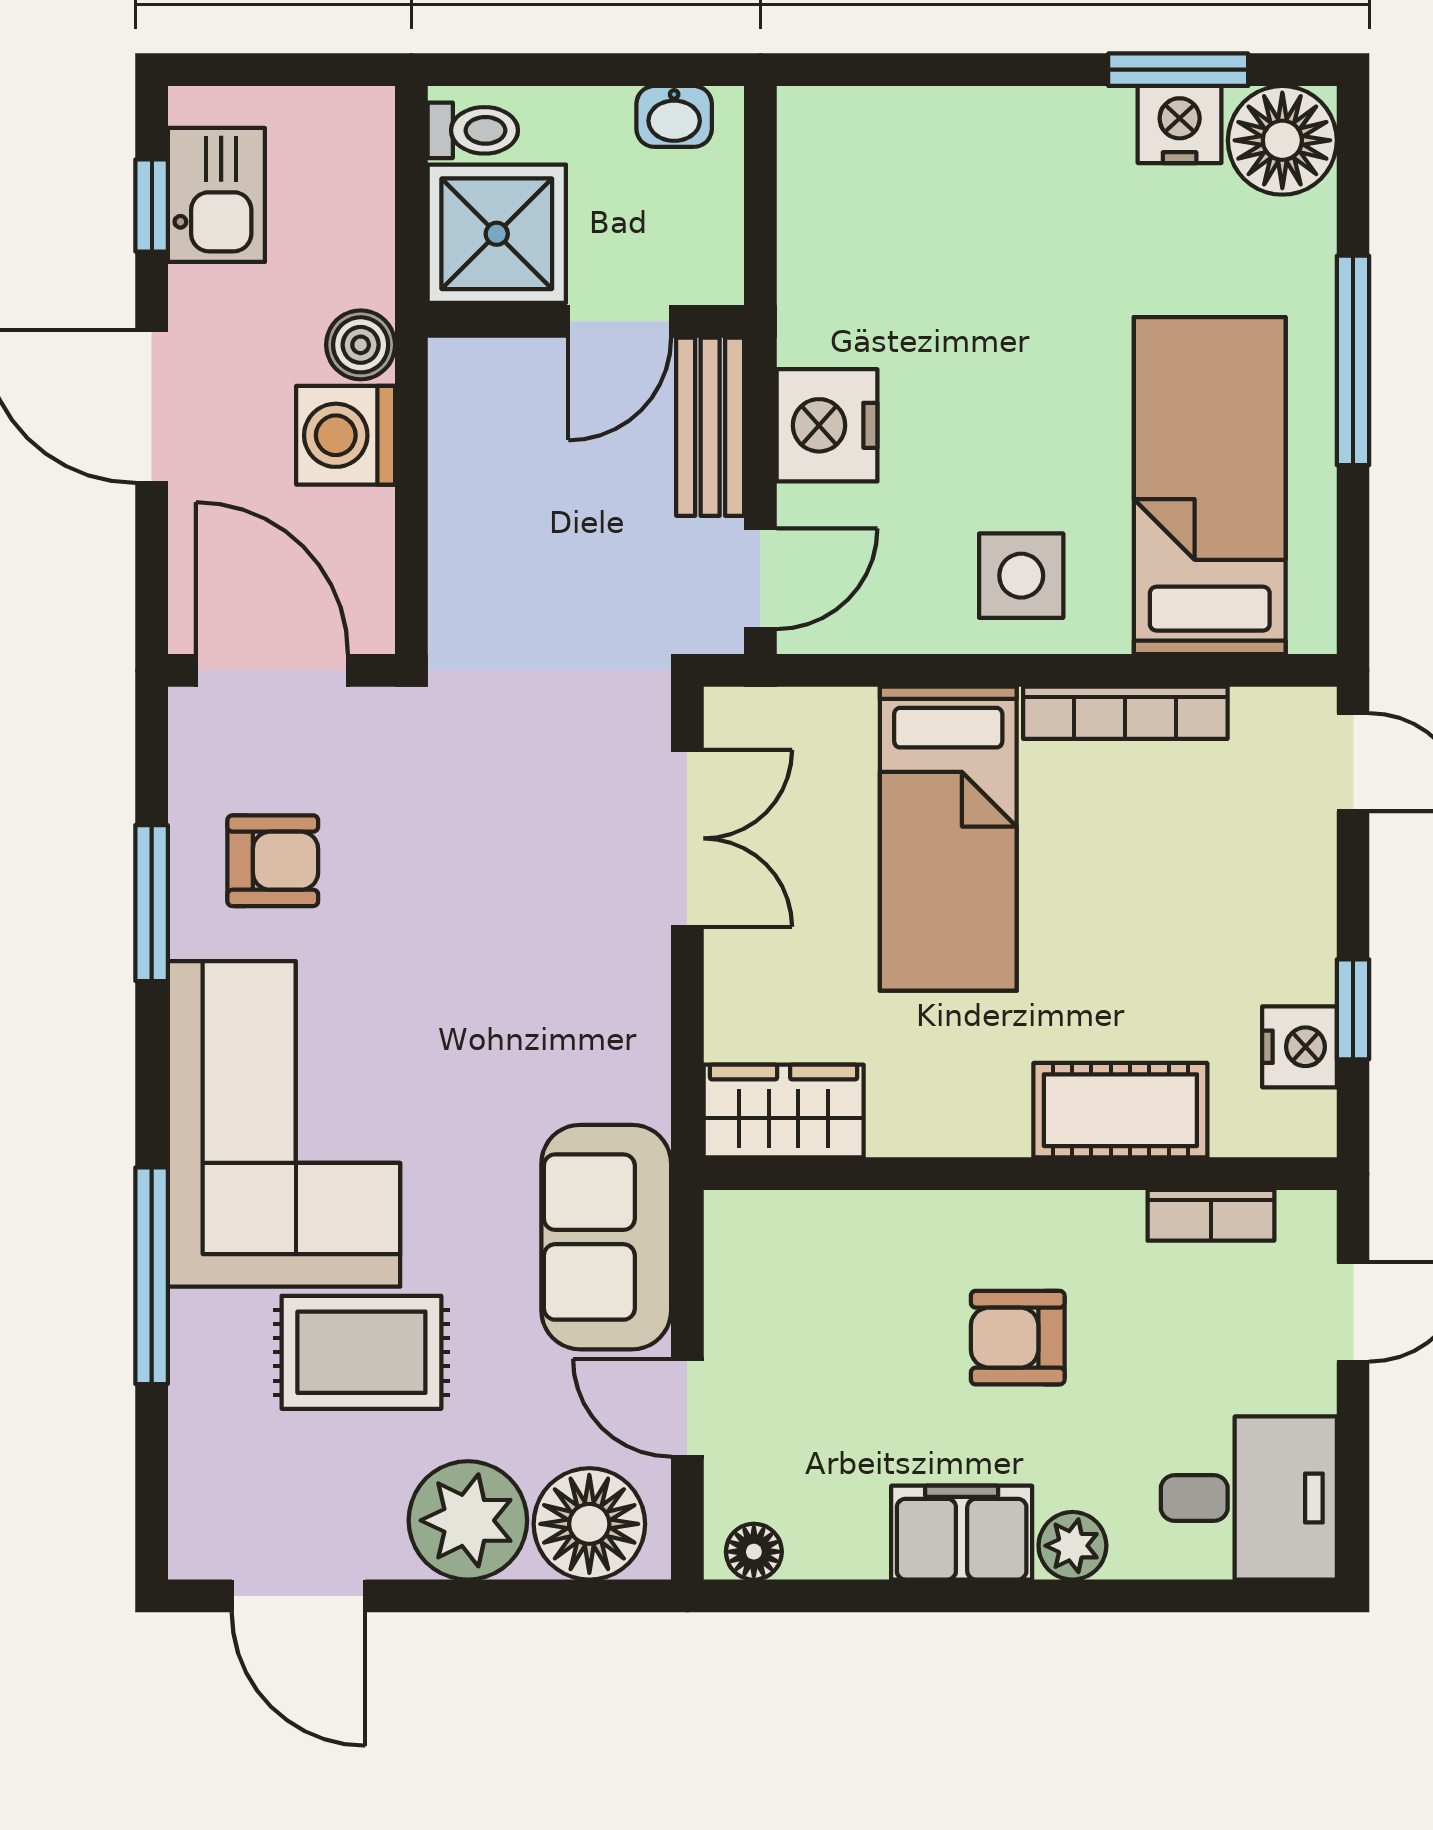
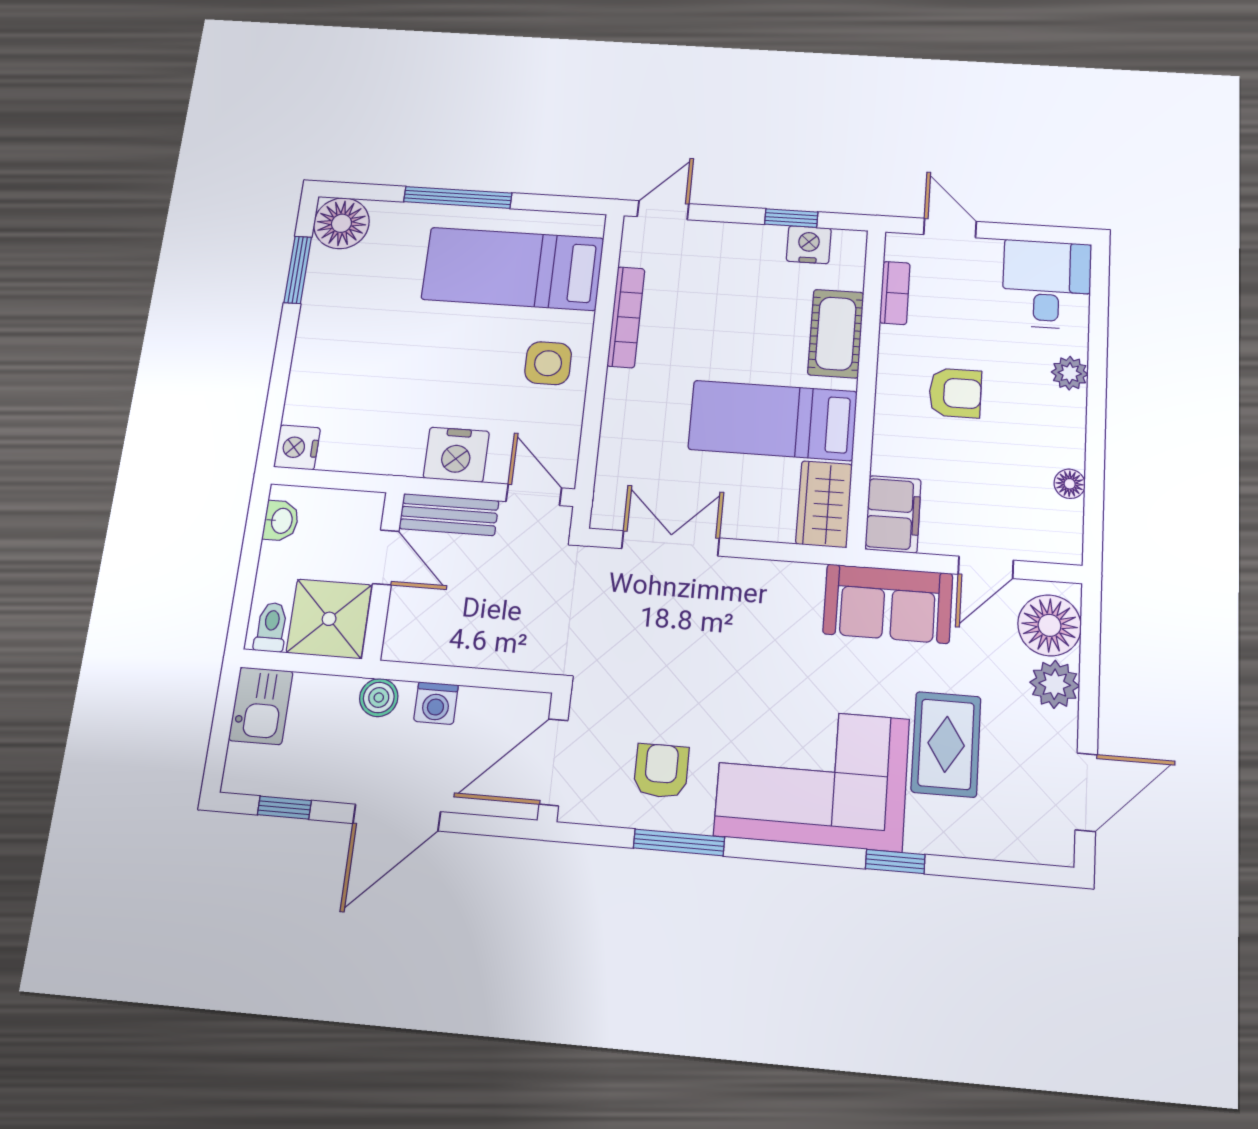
nightstand: (1180, 124) -> (297, 447), moved
kitchen sink: (216, 195) -> (261, 706), moved, turned 90
washing machine: (346, 435) -> (436, 703), width x0.73, depth x0.73
bed: (948, 839) -> (773, 420), moved, turned 180
window: (152, 1276) -> (895, 862), width x0.46
armchair: (1018, 1338) -> (955, 393), turned -90
plant: (468, 1520) -> (1055, 684), width x0.73, depth x0.73
filing cabinet: (962, 1533) -> (893, 514), moved, turned 180
floor lamp: (754, 1552) -> (1070, 484), moved

